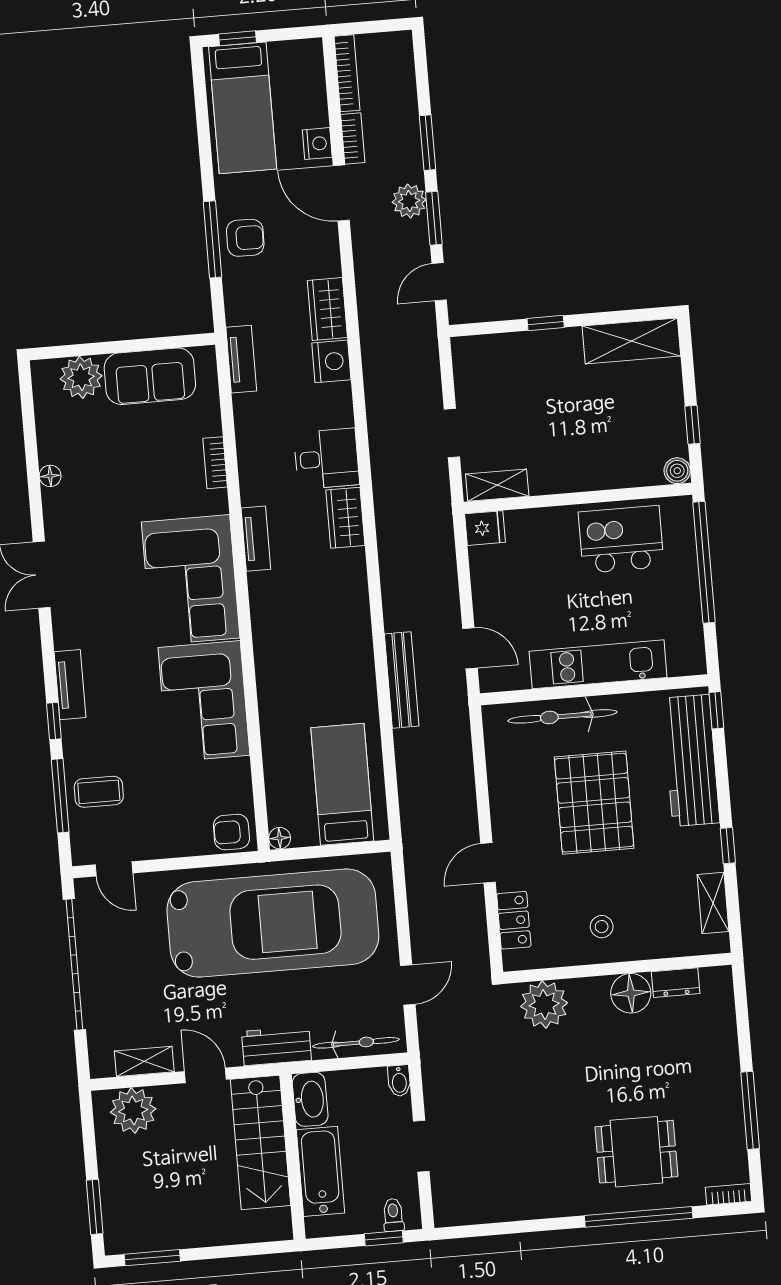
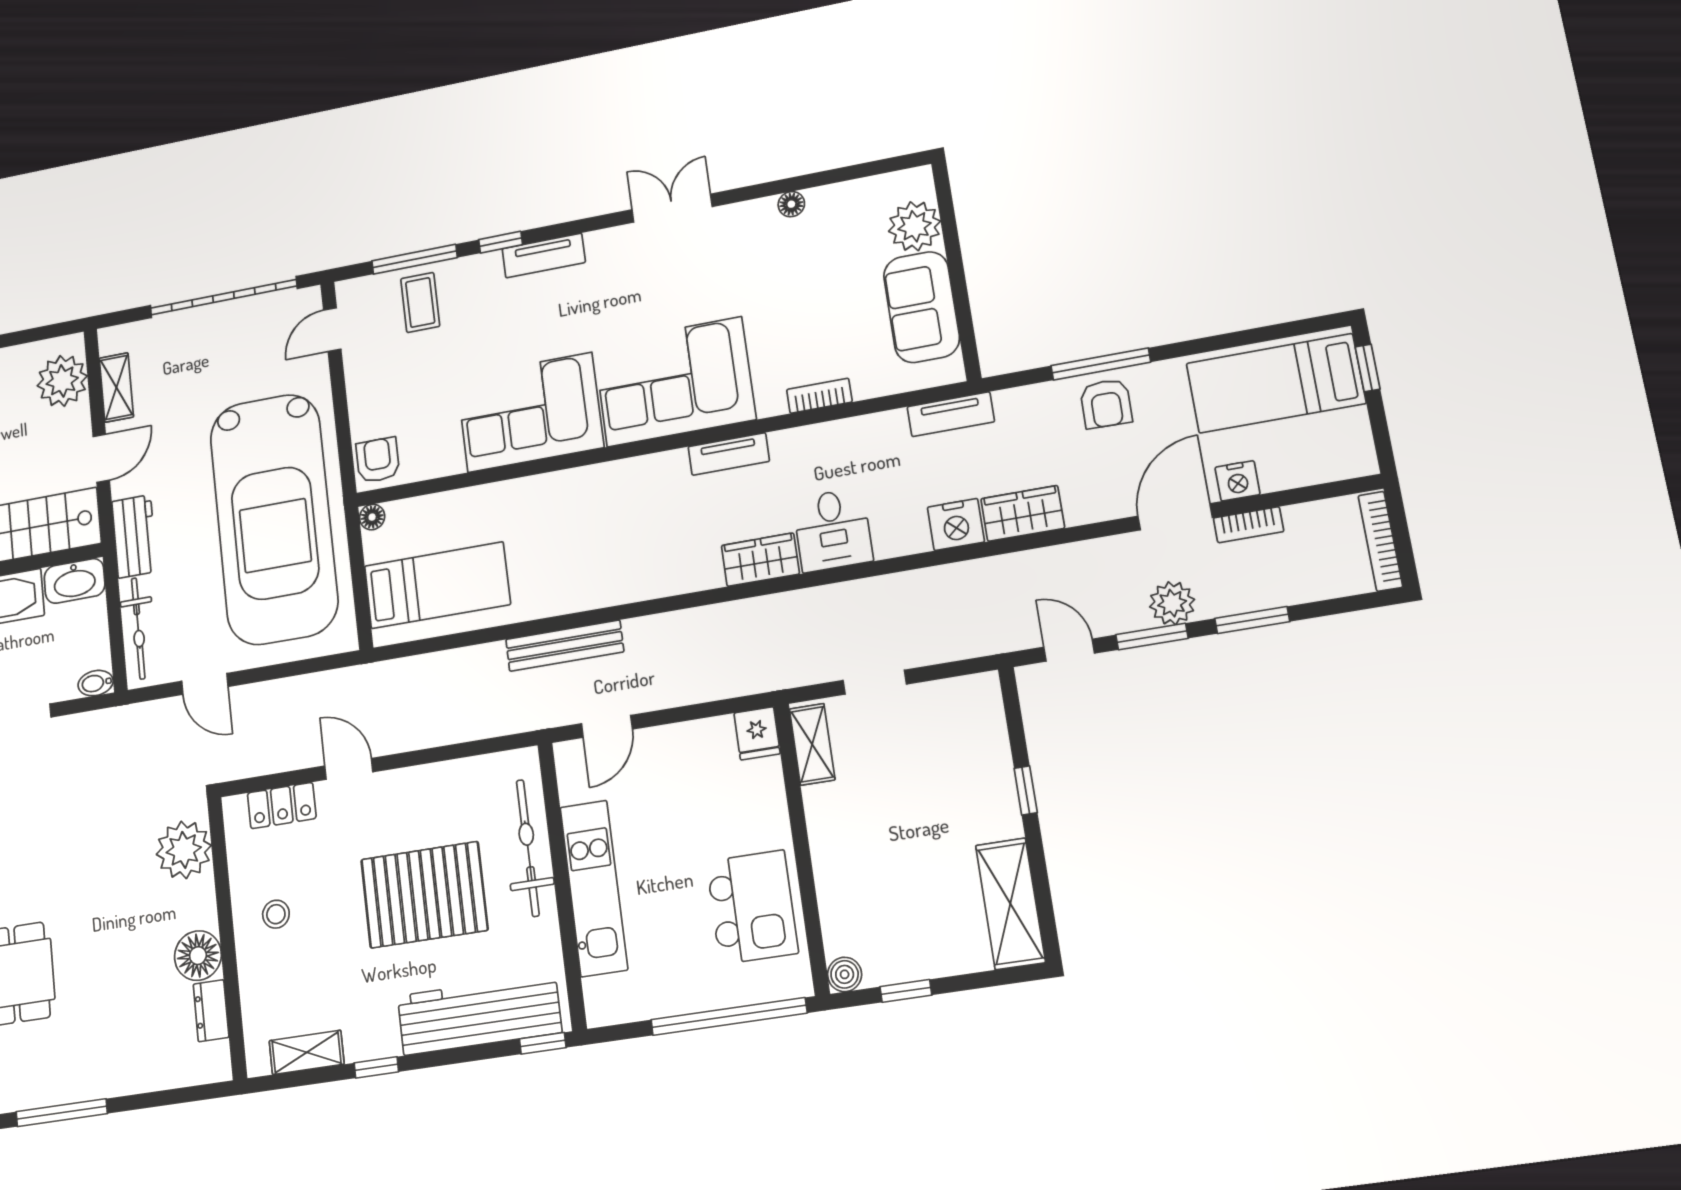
bookcase: (347, 73) -> (1380, 541), moved, turned 90

